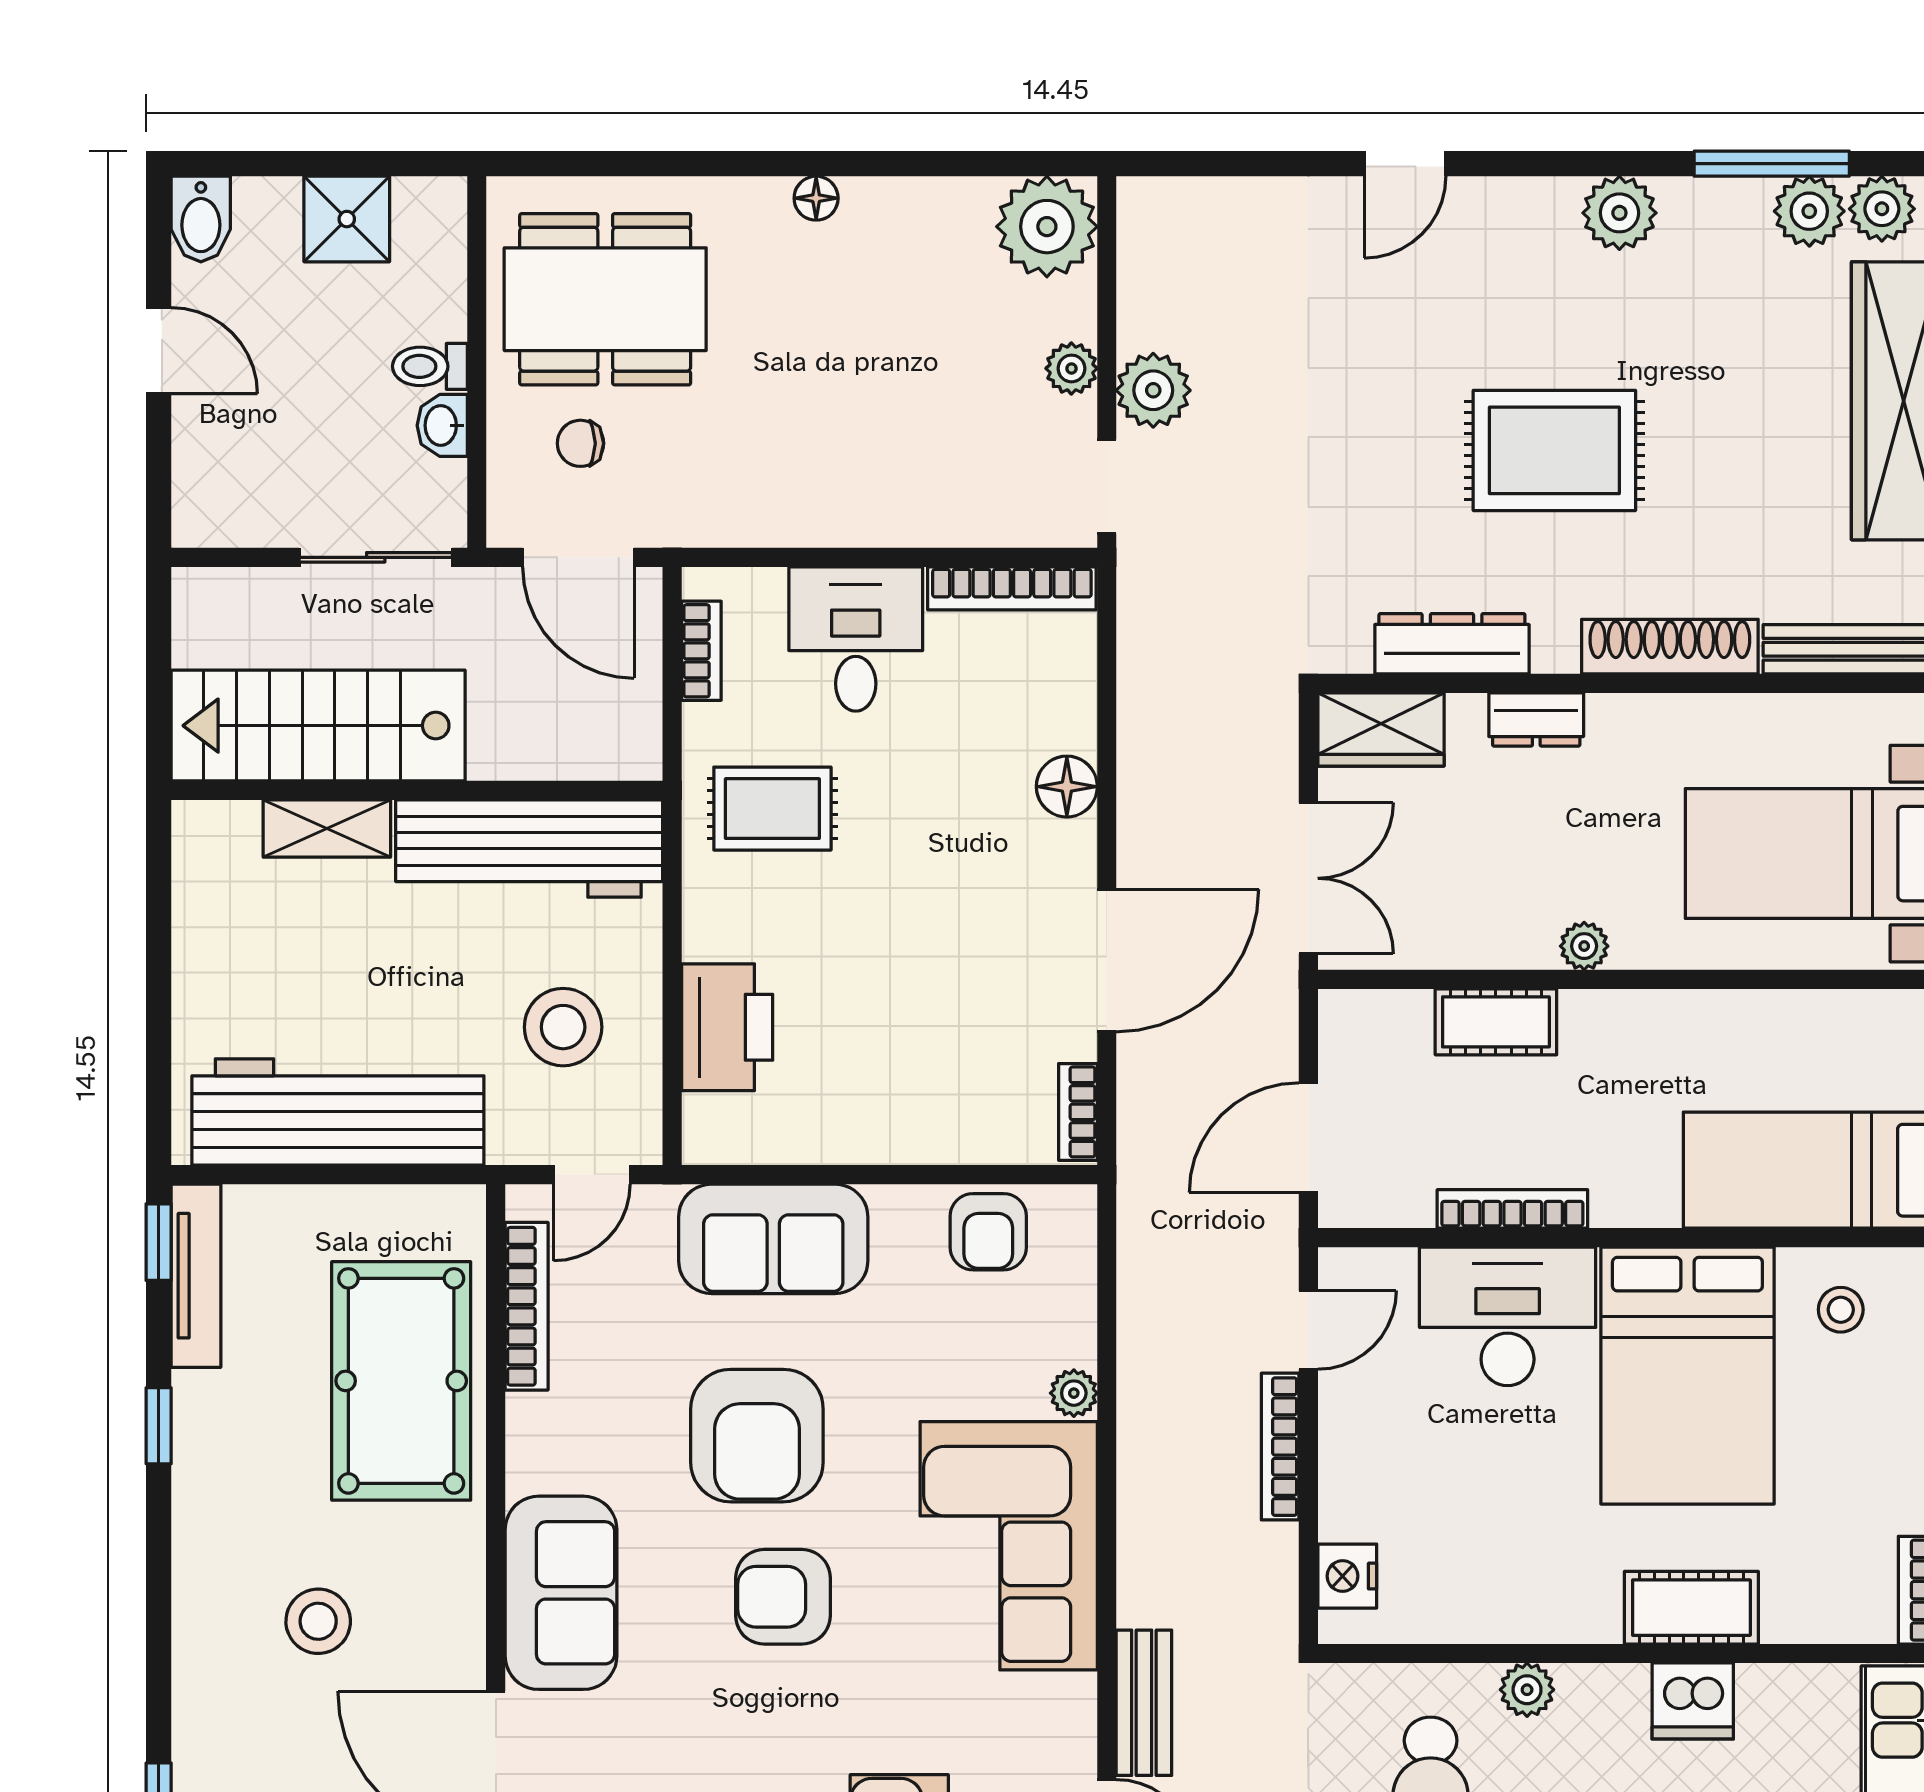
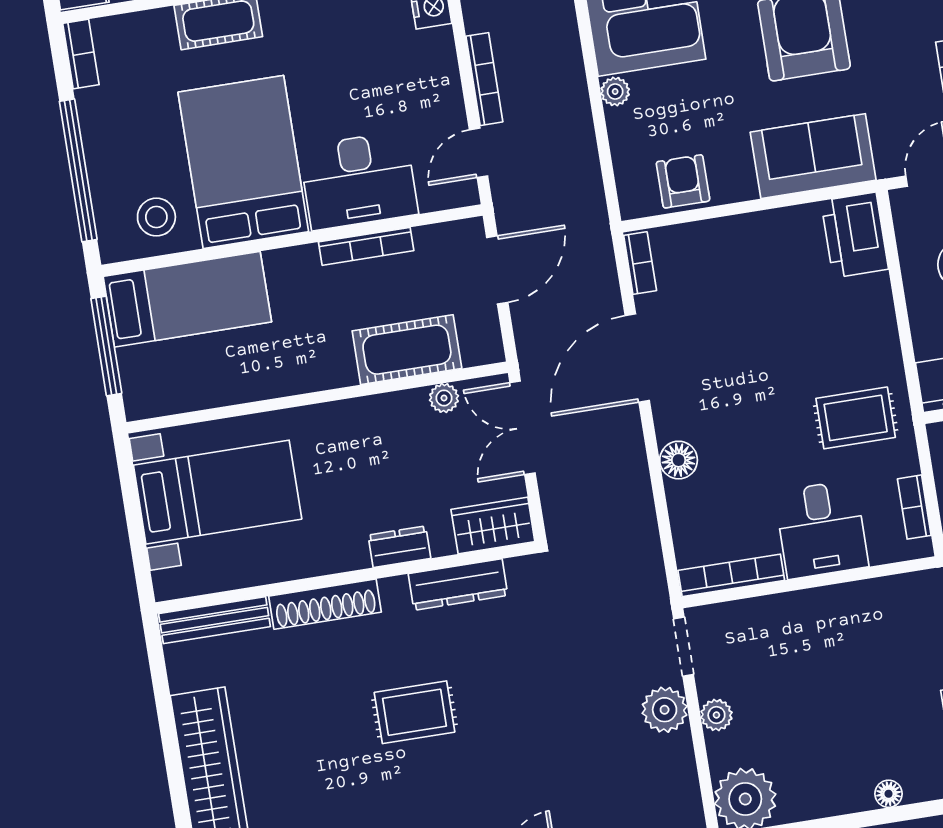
rug: (1554, 450) -> (414, 712), width x0.73, depth x0.70
plant: (1584, 946) -> (444, 398), moved
cot: (1496, 1022) -> (407, 350), width x1.37, depth x1.34
printer: (727, 1027) -> (855, 235), moved
stool: (1841, 1310) -> (156, 217), width x1.37, depth x1.37

